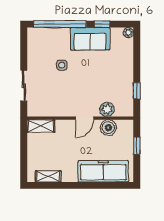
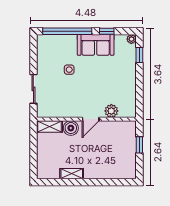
window: (137, 91) -> (139, 55), moved
boiler: (108, 128) -> (71, 128), moved
freezer: (103, 171) -> (108, 169), removed
shelving: (48, 176) -> (72, 174), moved

